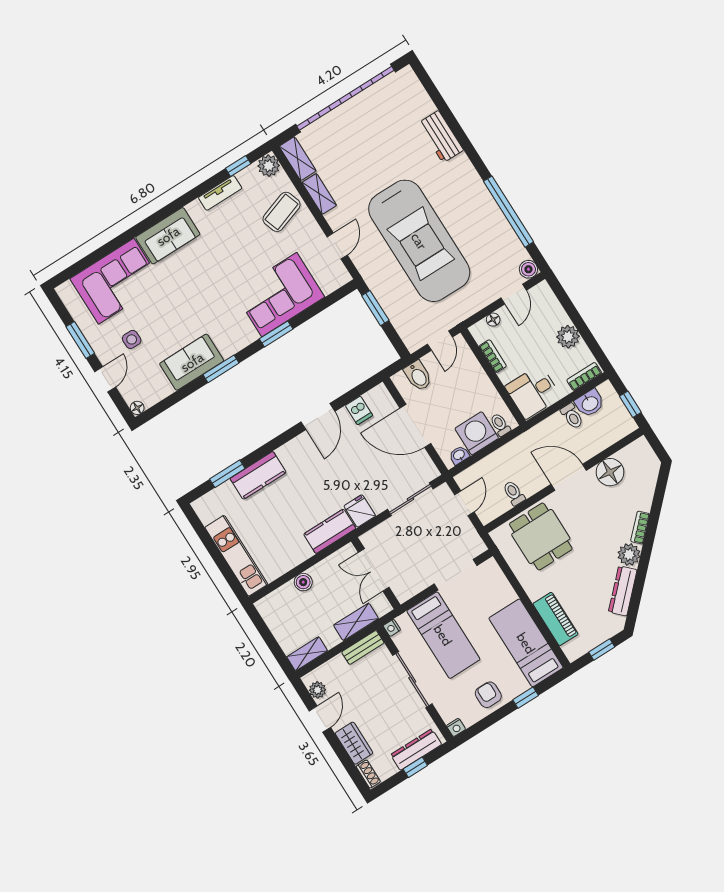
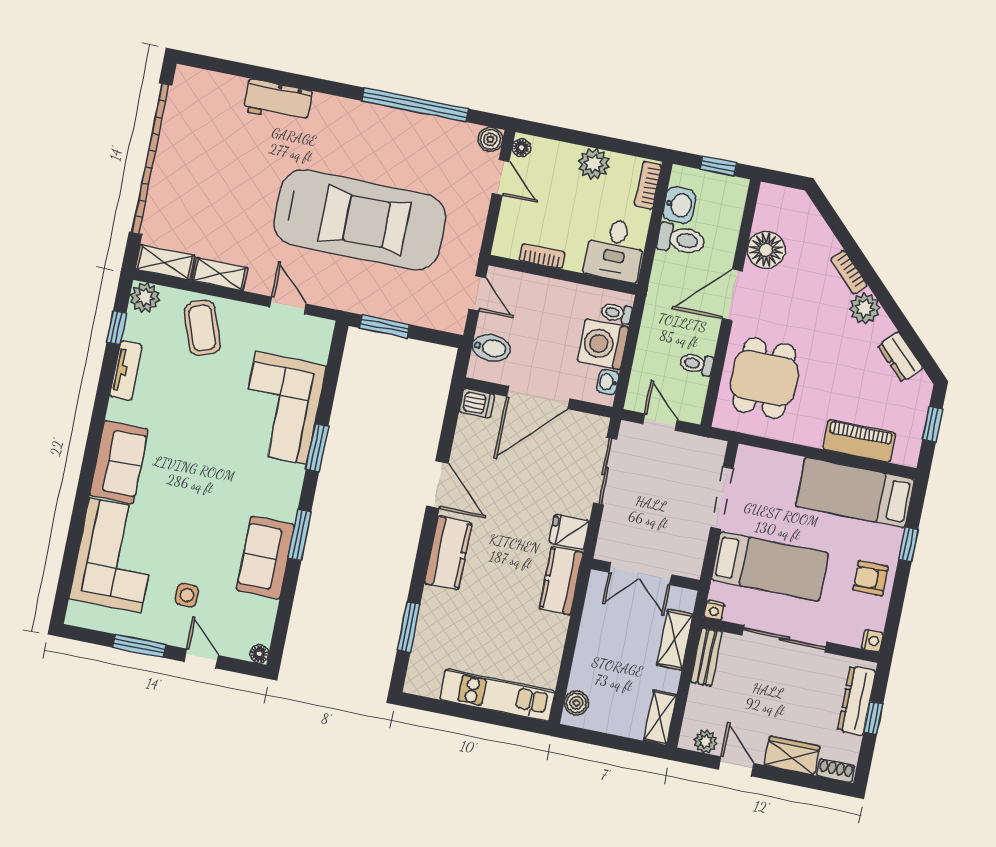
floor lamp: (493, 320) -> (521, 148), moved
dishwasher: (359, 410) -> (477, 403), moved
toilet: (572, 416) -> (681, 239), width x1.37, depth x1.39
kitchen counter: (258, 475) -> (448, 553), moved
dining table: (541, 536) -> (764, 378), turned 90
boiler: (303, 582) -> (576, 703), moved
dresser: (623, 591) -> (900, 357), width x0.70

